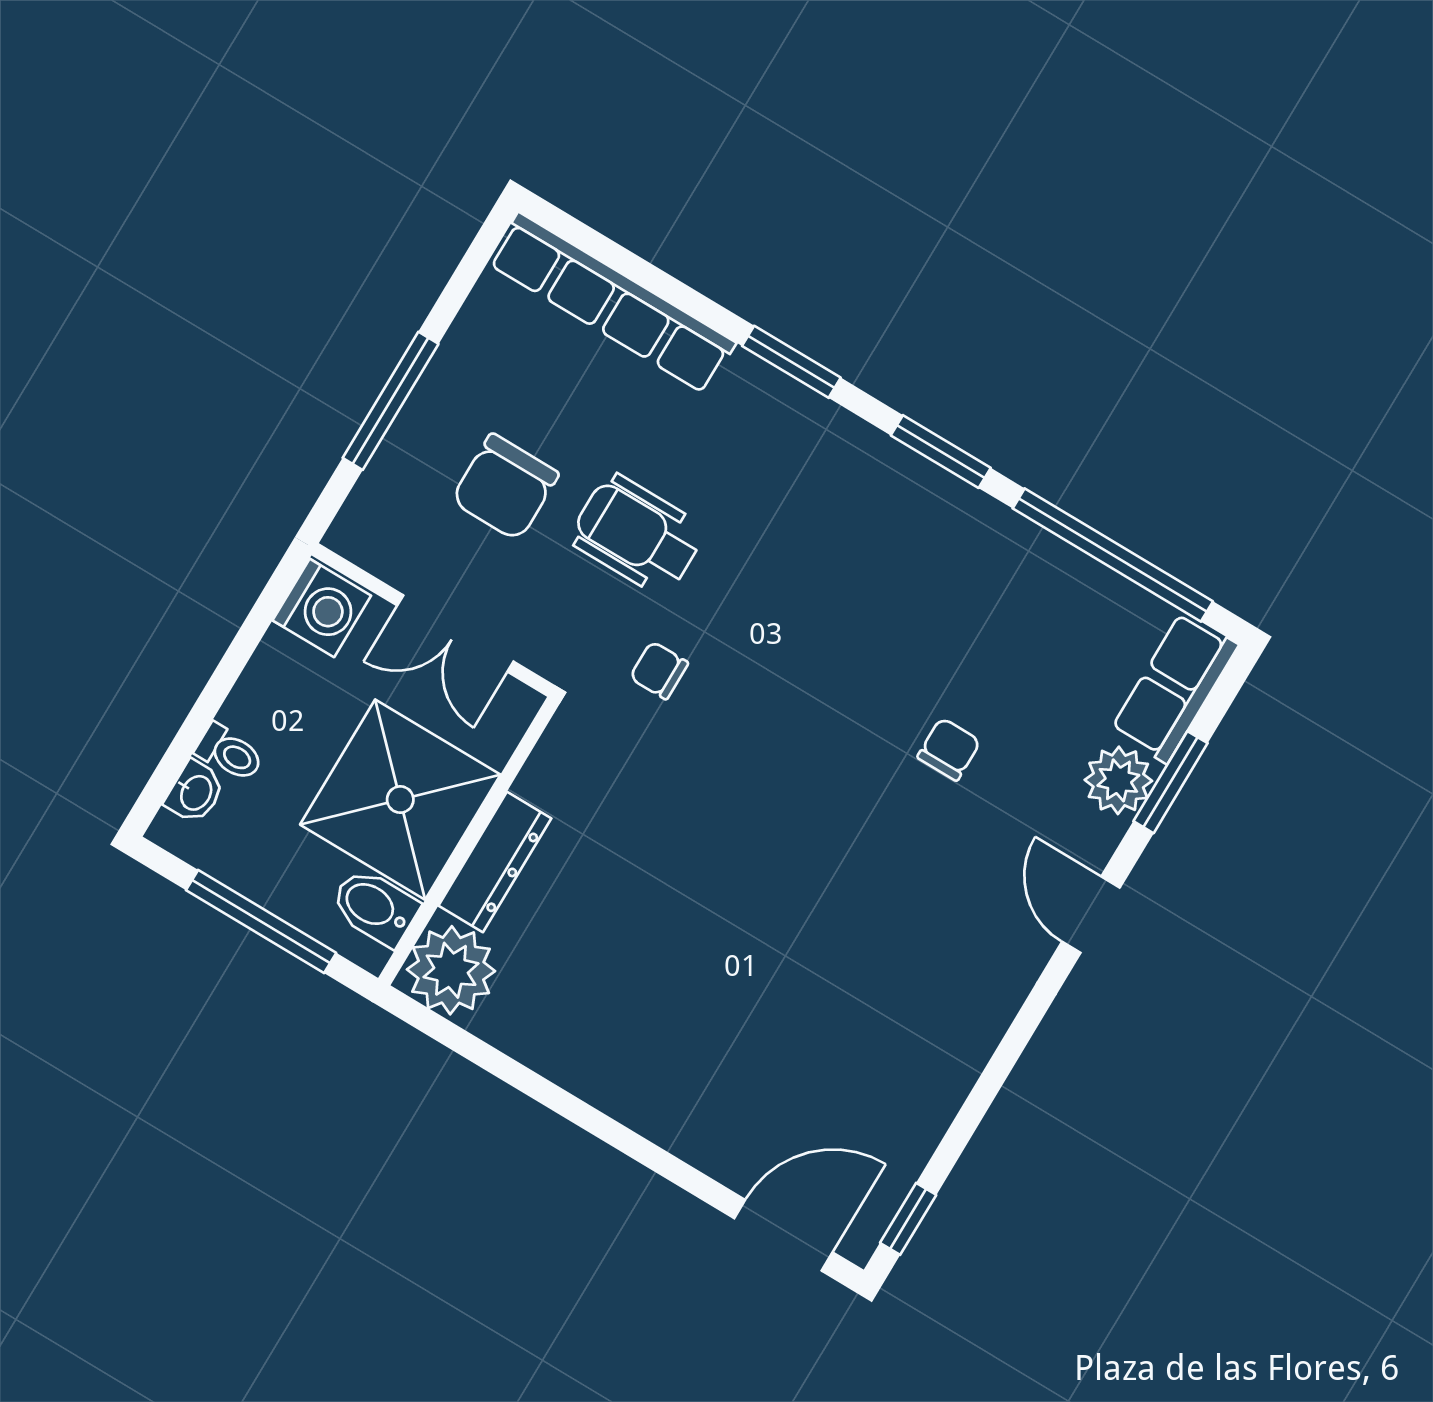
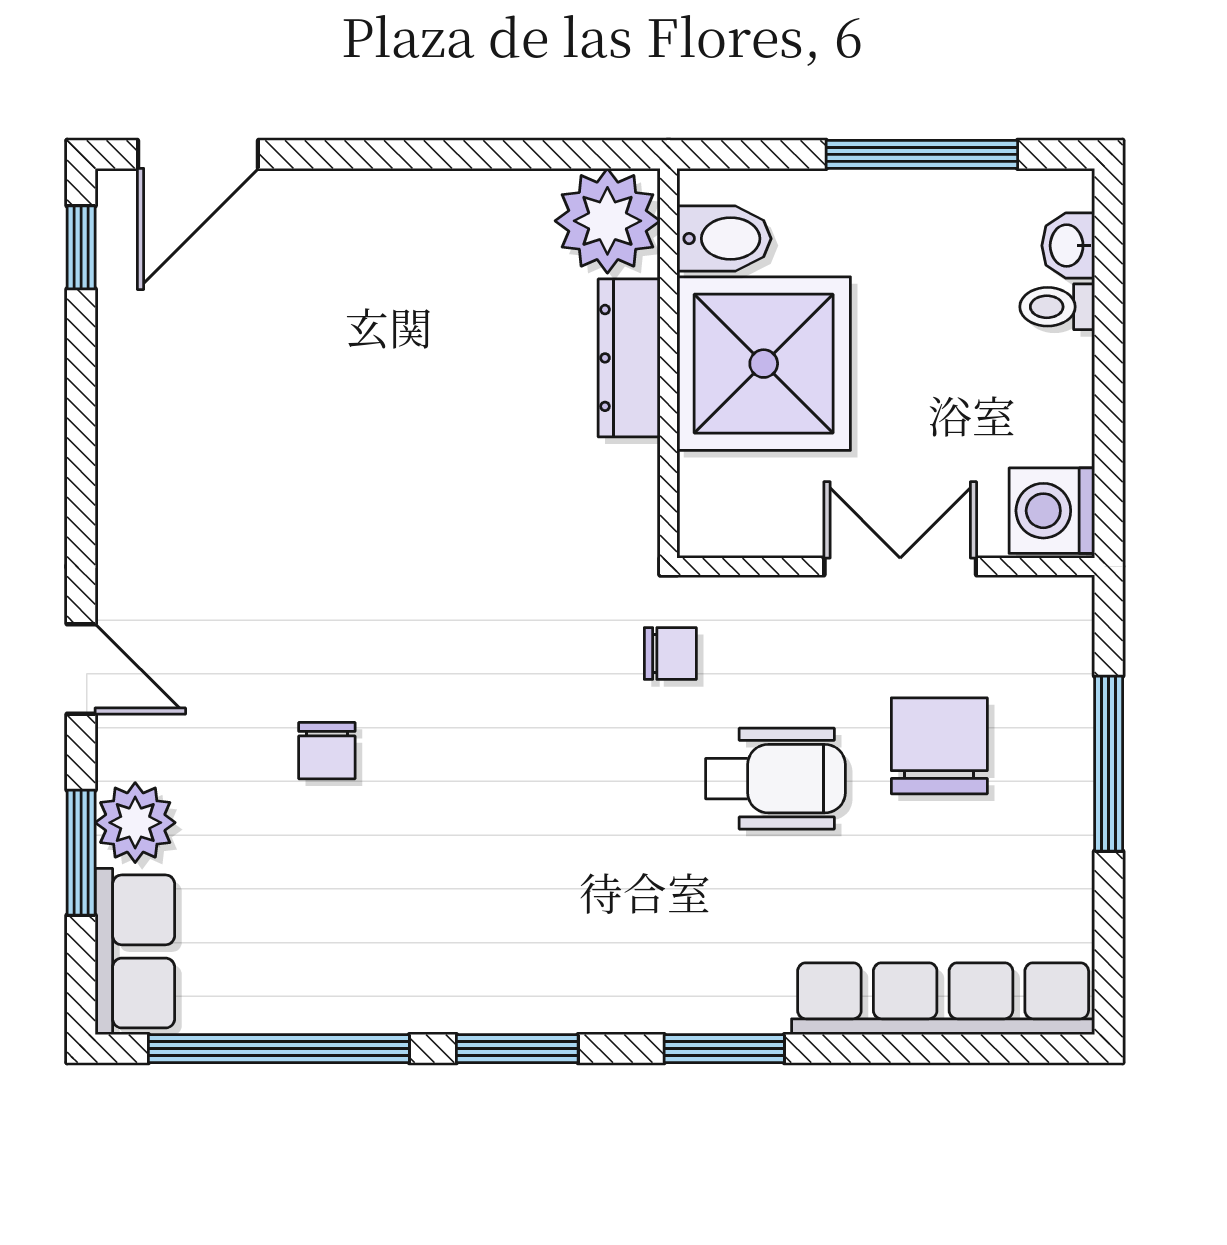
shower: (400, 800) -> (764, 364), moved
wall: (469, 841) -> (668, 363), moved
dresser: (495, 862) -> (629, 358), moved
bidet: (375, 907) -> (724, 239), moved
plant: (451, 970) -> (607, 221), moved

